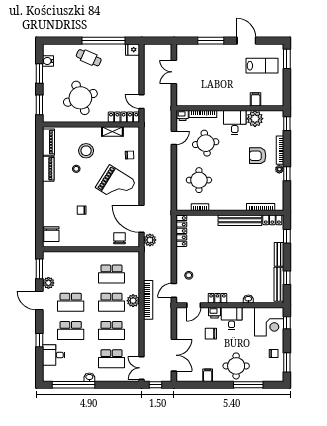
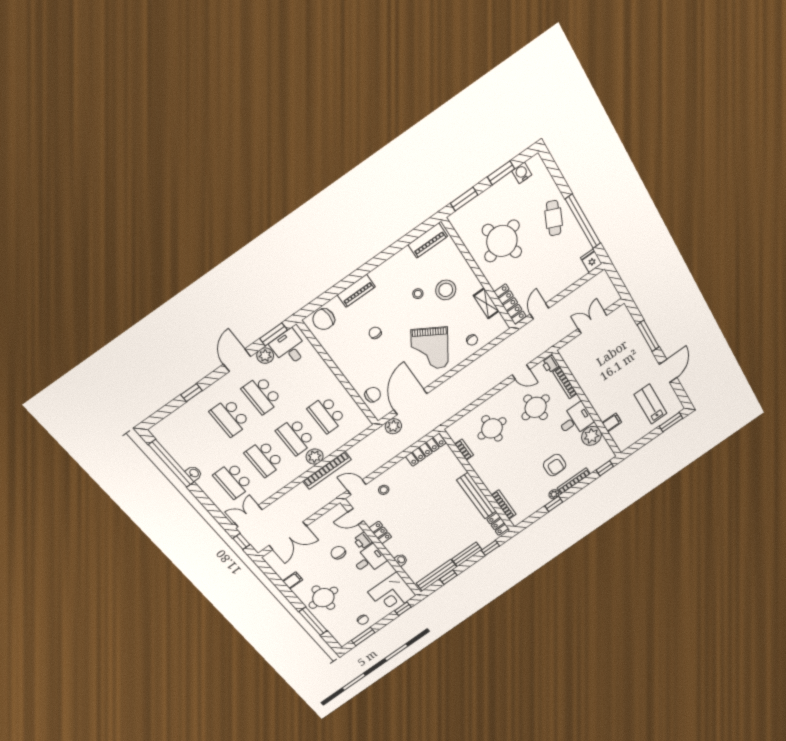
lab bench: (262, 66) -> (650, 404), turned 180
armchair: (258, 156) -> (555, 465), turned 180
piano: (48, 169) -> (356, 291), moved
desk: (54, 355) -> (289, 348), moved

